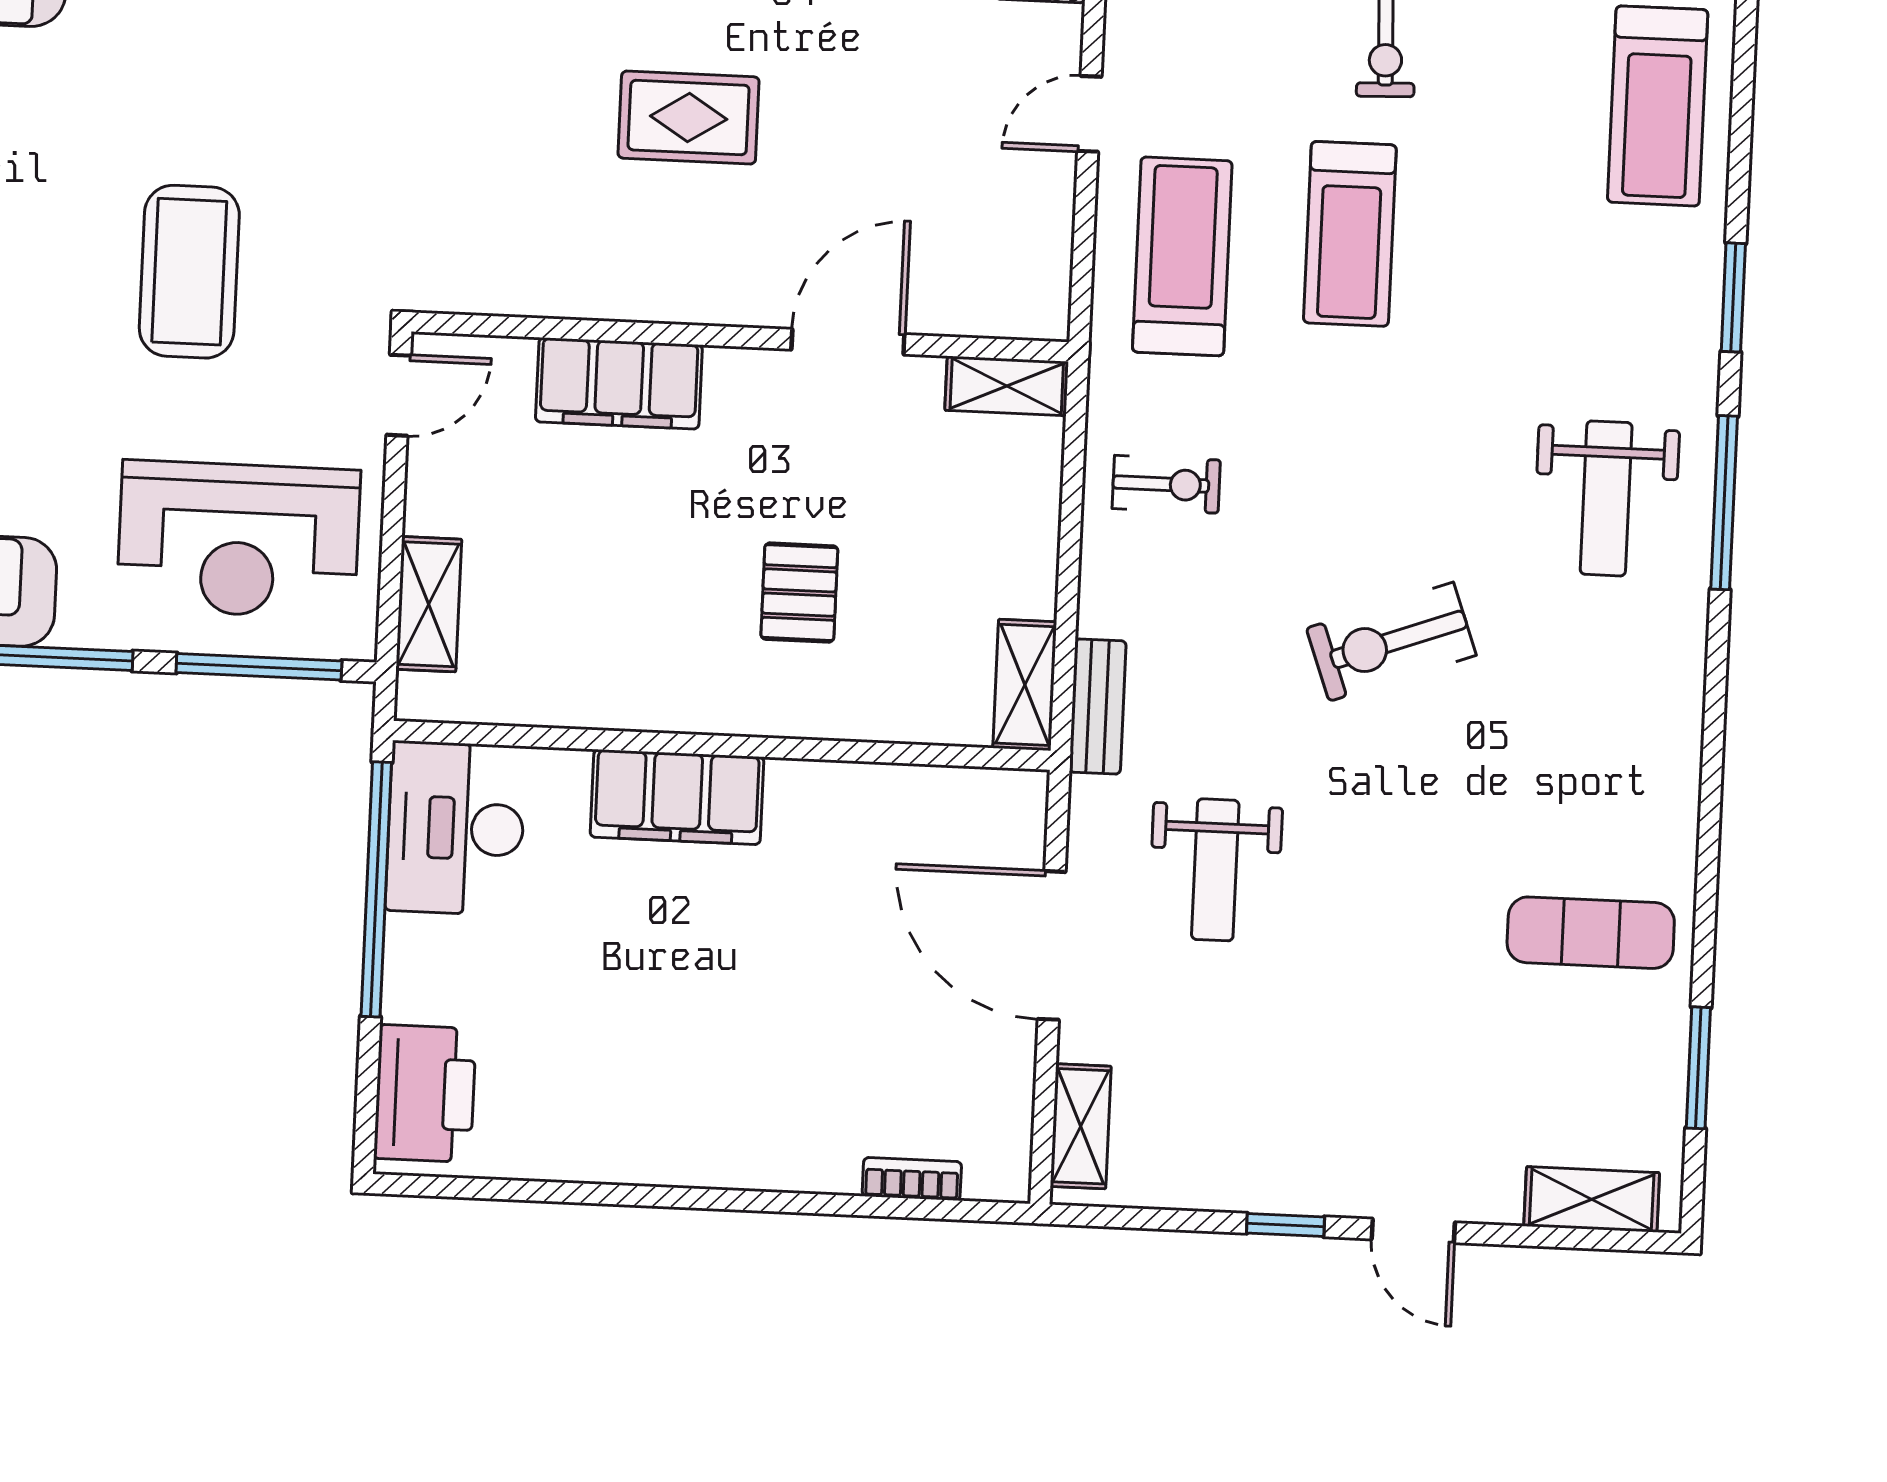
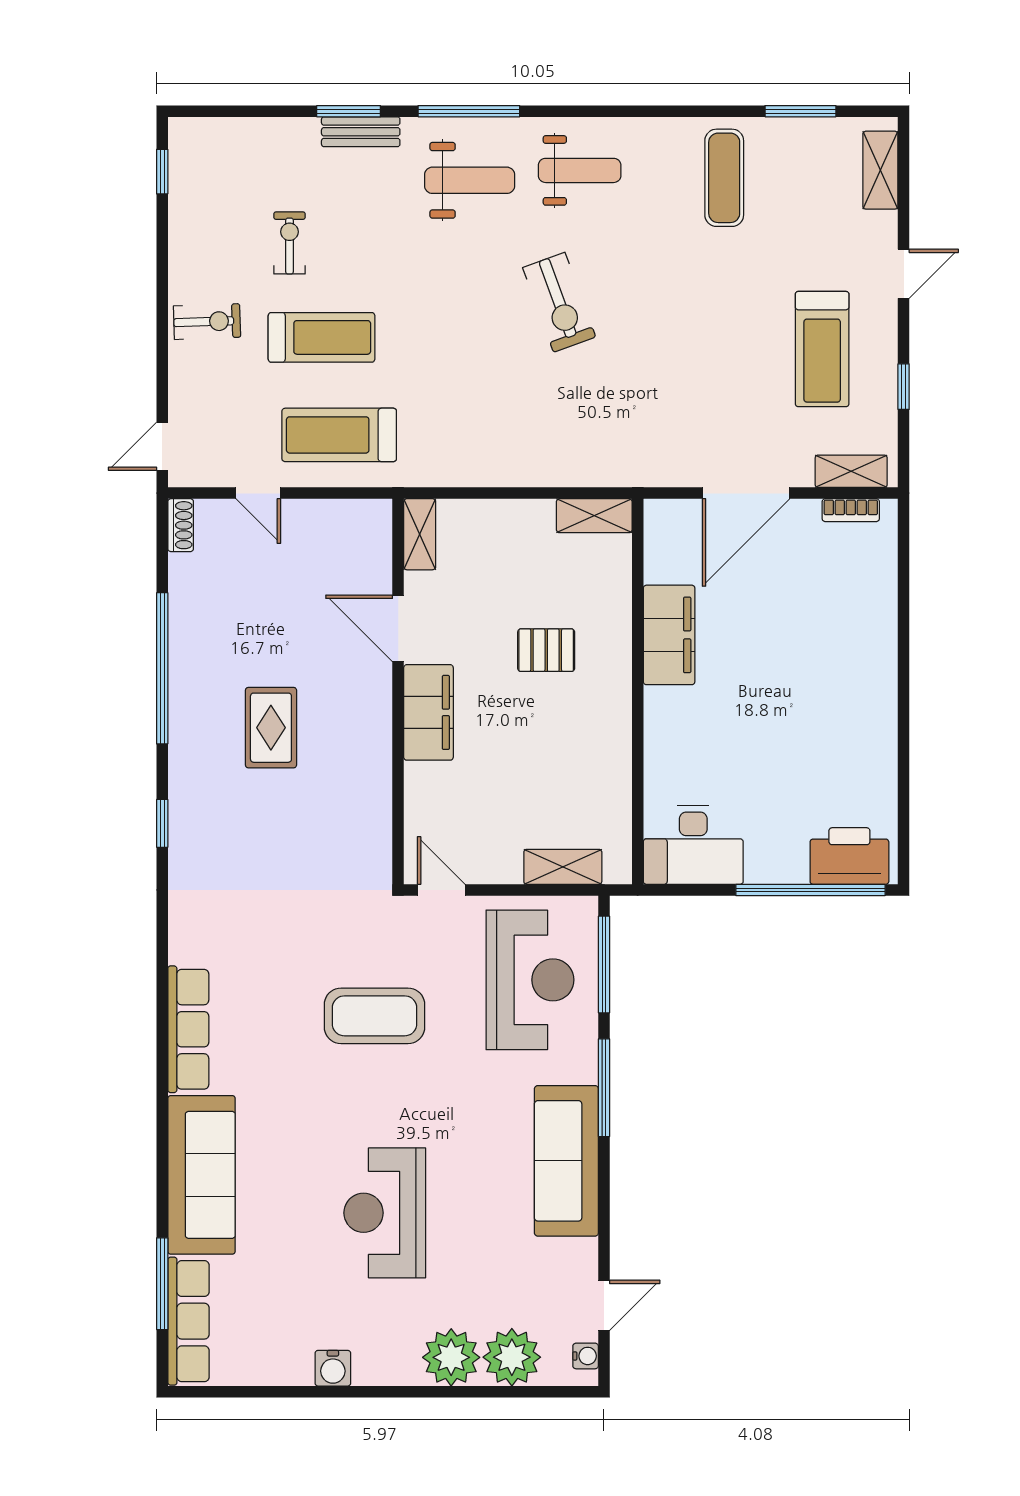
treadmill: (1658, 106) -> (822, 349), moved, turned 90
filing cabinet: (619, 383) -> (428, 712), moved
exercise bike: (1166, 484) -> (289, 243), moved
bench: (1098, 707) -> (361, 132), moved
filing cabinet: (677, 797) -> (669, 635), moved
weight bench: (1215, 870) -> (580, 170), moved
window: (376, 889) -> (811, 890), moved
bookcase: (912, 1179) -> (851, 510), moved, turned -90
window: (1286, 1225) -> (904, 387), moved

